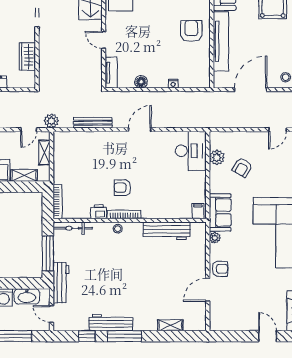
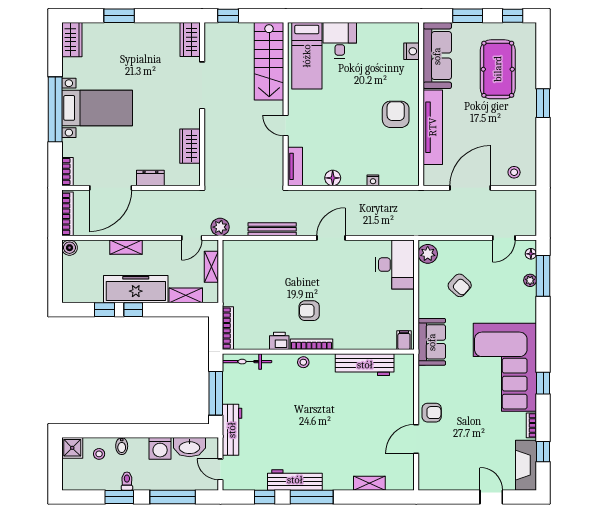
plant: (217, 158) -> (428, 254), moved
armchair: (242, 167) -> (460, 285), turned -76
plant: (215, 238) -> (425, 374), removed

